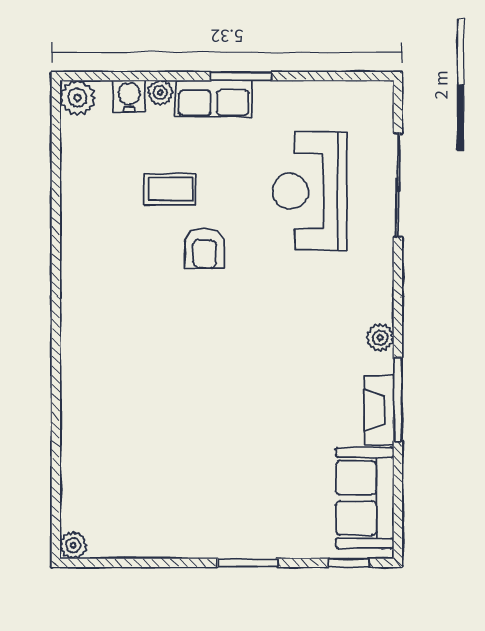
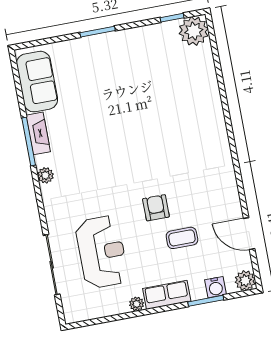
window: (241, 76) -> (206, 301), moved
plant: (160, 92) -> (137, 304), moved
door: (56, 175) -> (249, 234), added
plant: (73, 545) -> (194, 31), width x1.87, depth x1.87
window: (349, 563) -> (172, 18), moved

